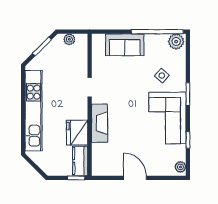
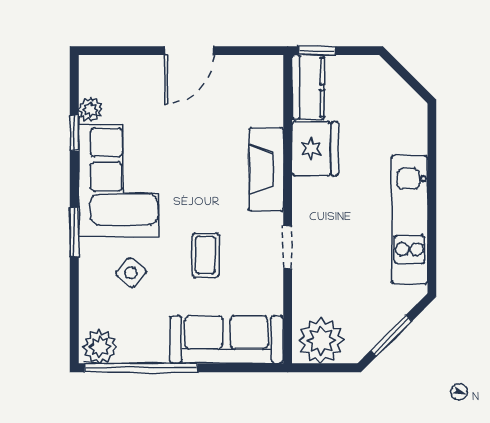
plant: (69, 39) -> (321, 341), width x1.88, depth x1.88
sofa: (125, 45) -> (226, 340), width x1.36
coffee table: (127, 84) -> (206, 255), added
kitchen unit: (34, 111) -> (409, 220), width x0.73
plant: (180, 167) -> (91, 110), moved
door: (135, 178) -> (189, 51), hinge flipped

